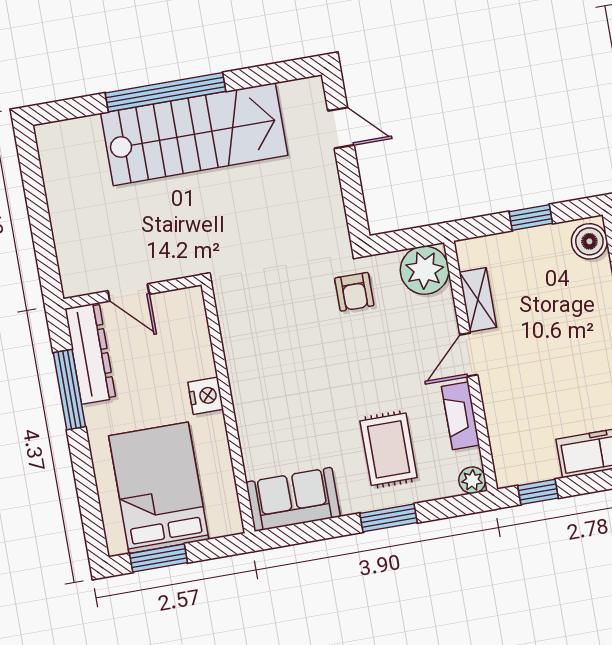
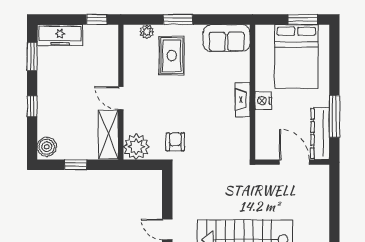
door: (129, 292) -> (294, 162), width x1.38
shelving: (478, 300) -> (108, 134), width x1.50, depth x1.33
door: (469, 355) -> (121, 98), swing flipped
fireplace: (461, 416) -> (243, 100), moved, turned 180
plant: (472, 480) -> (147, 32), moved

